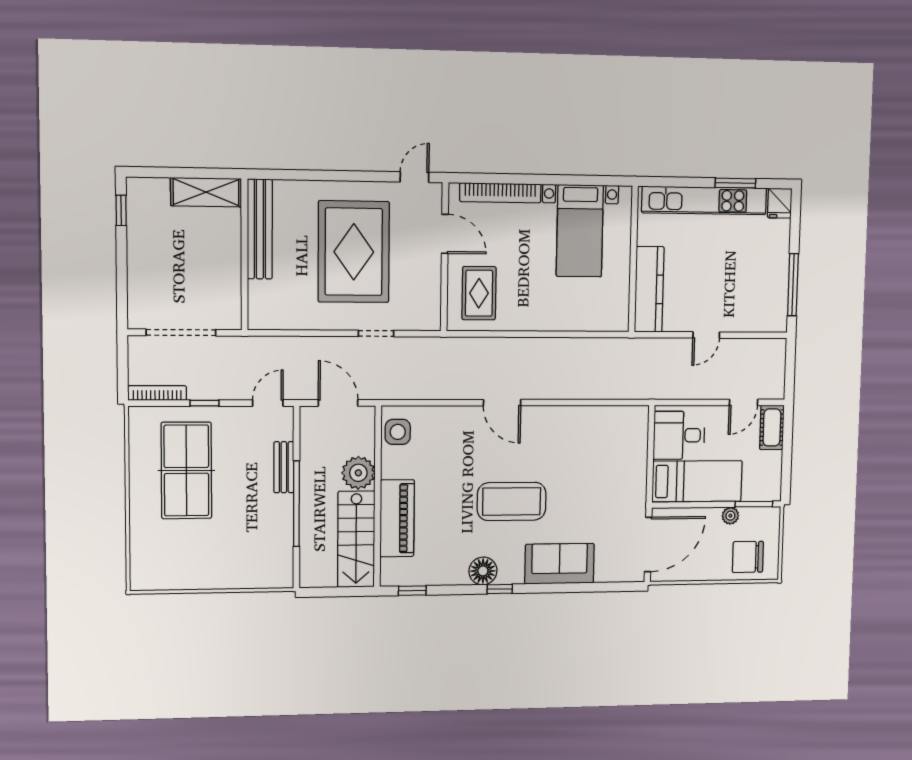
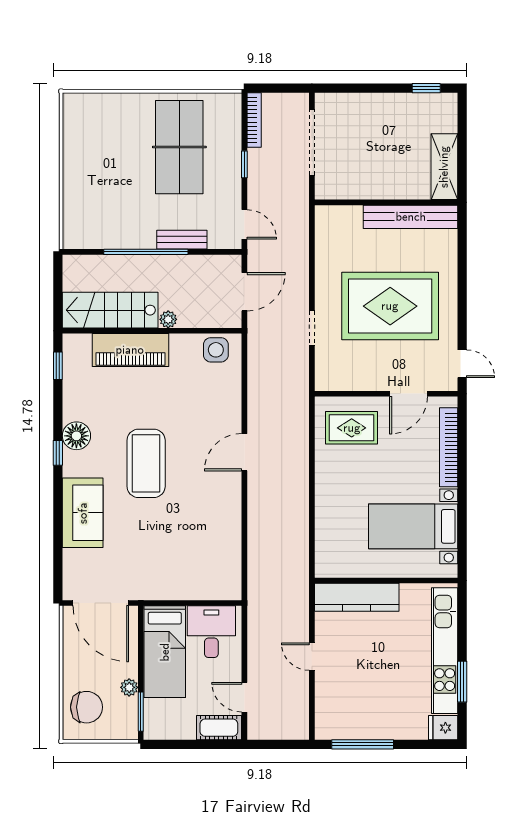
table tennis table: (186, 470) -> (179, 147), turned 90
plant: (358, 473) -> (168, 319), width x0.53, depth x0.53
chair: (748, 557) -> (87, 707), turned 90

